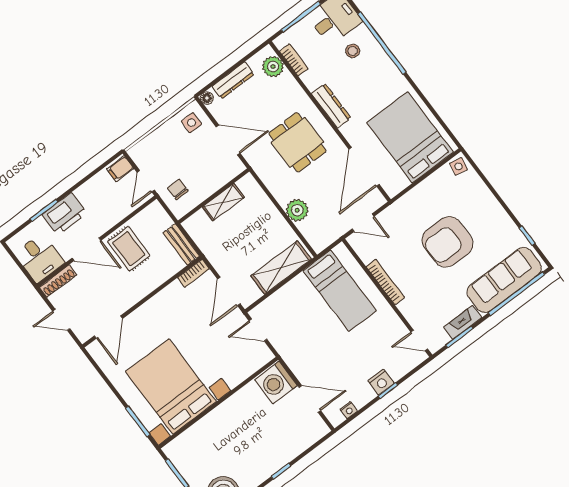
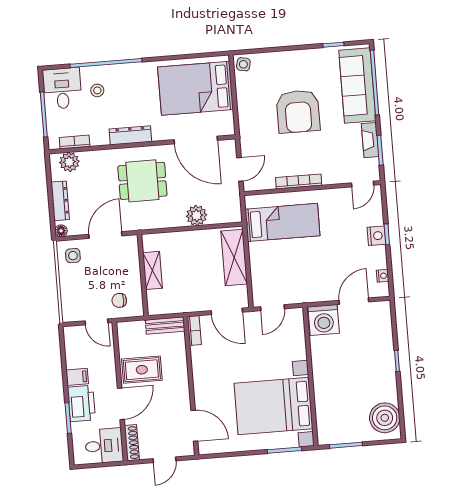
filing cabinet: (120, 169) -> (77, 377), moved, turned -90

